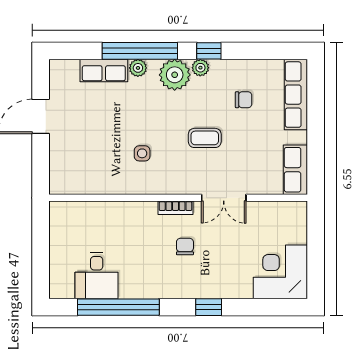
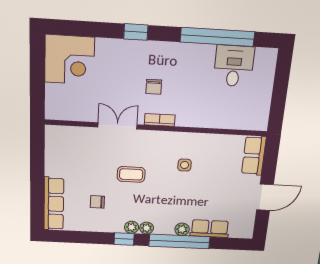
plant: (175, 75) -> (147, 228), width x0.53, depth x0.53
row of seats: (295, 170) -> (254, 156), moved, turned 180

